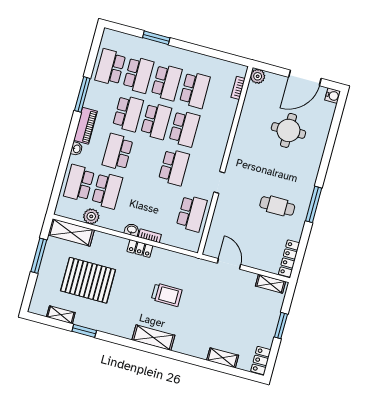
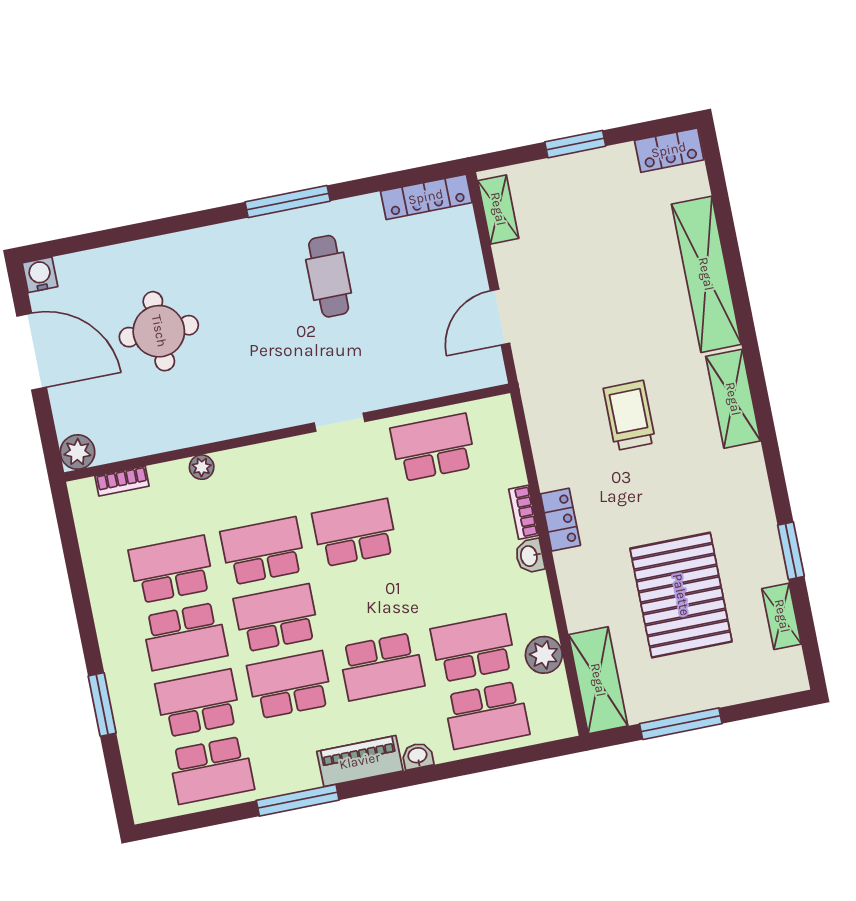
school desk: (167, 82) -> (185, 636), turned 180
plant: (228, 121) -> (202, 467), added
shelving: (223, 358) -> (706, 274), width x2.20, depth x1.33

